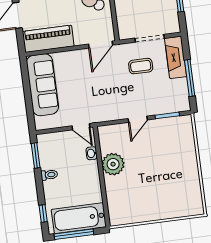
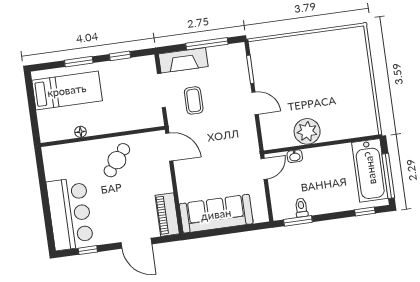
piano: (48, 39) -> (167, 215), width x0.73, depth x0.75
toilet: (49, 175) -> (301, 208), moved

